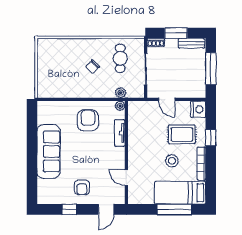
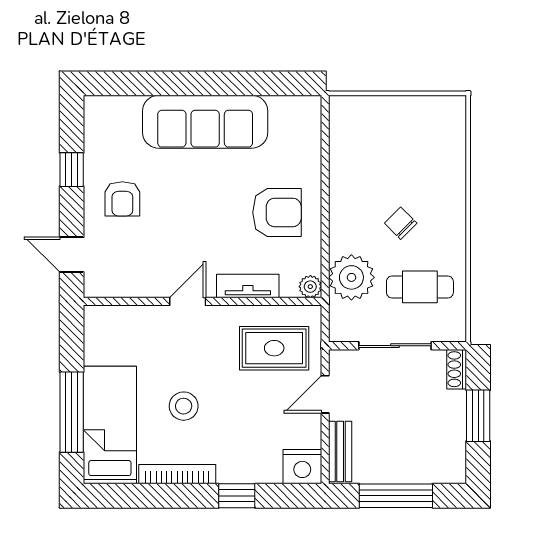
bench: (191, 43) -> (340, 451), moved
plant: (121, 93) -> (351, 277), width x1.87, depth x1.87
rug: (182, 134) -> (274, 348), moved, turned 90
door: (126, 178) -> (188, 301), moved
armchair: (82, 187) -> (122, 199), turned -90

